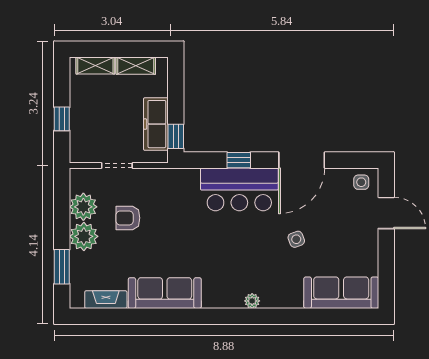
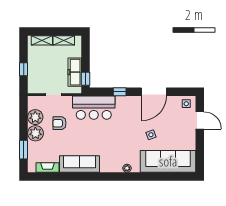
bar counter: (239, 189) -> (94, 108), moved
sofa: (341, 293) -> (168, 161), width x1.36, depth x1.27

